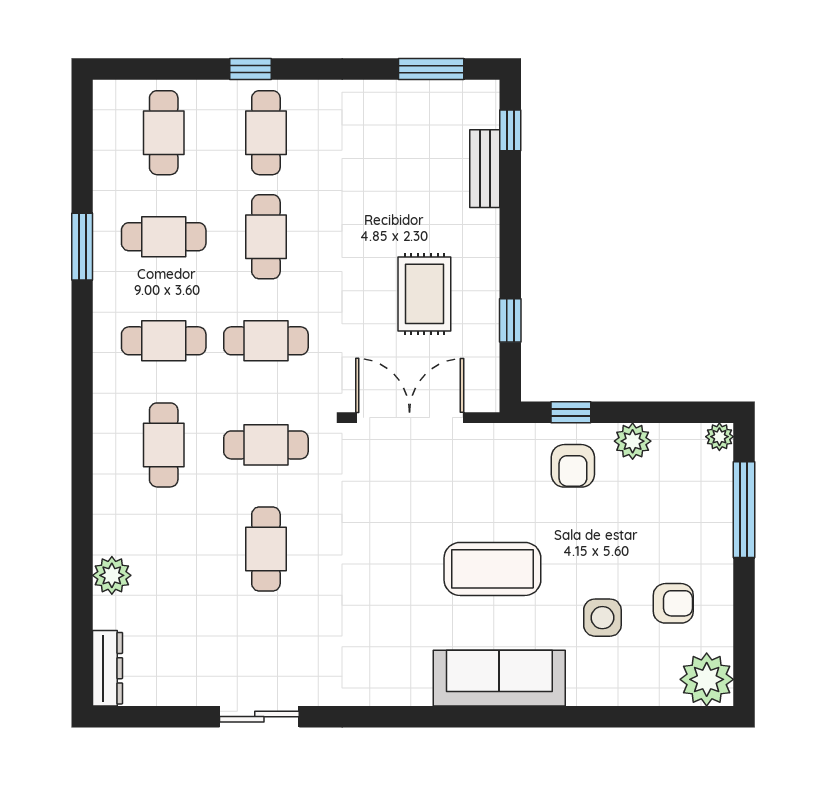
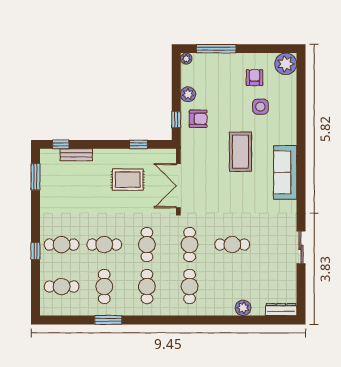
cafe table: (164, 445) -> (190, 287), turned 90
sofa: (499, 678) -> (285, 172), moved

